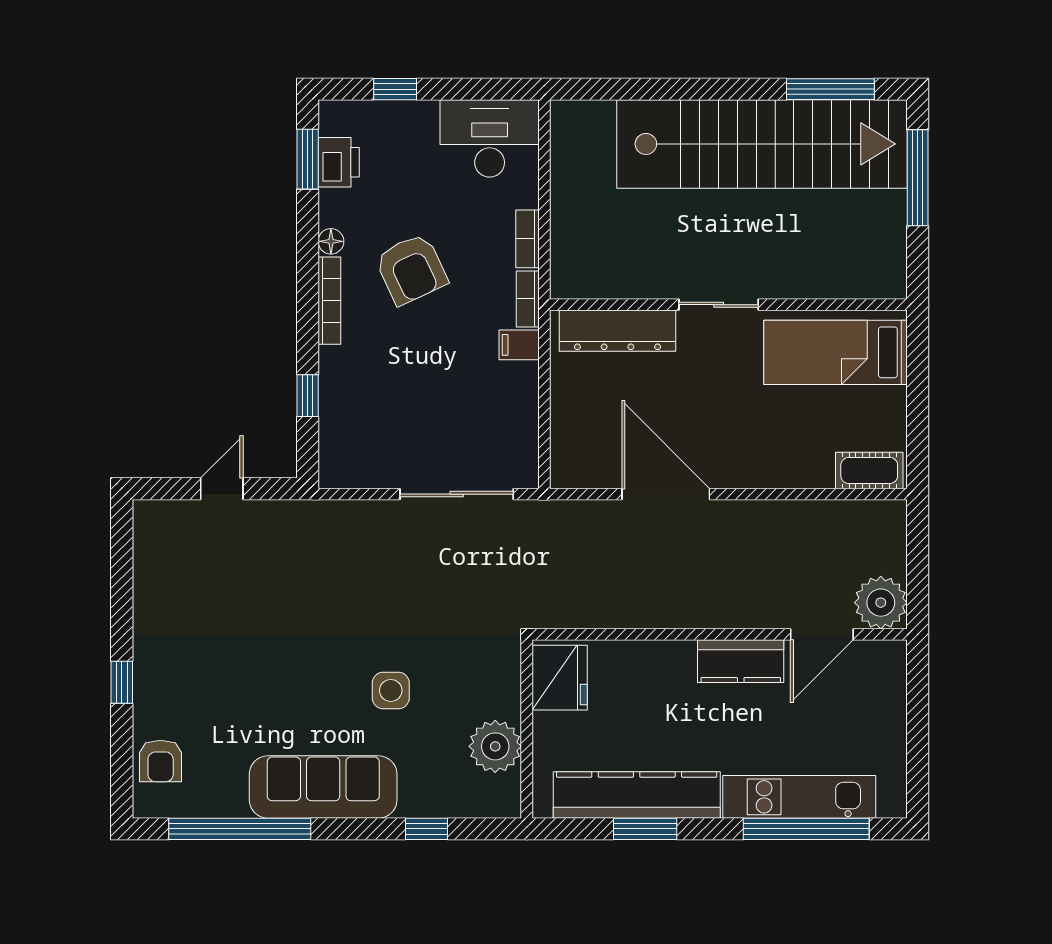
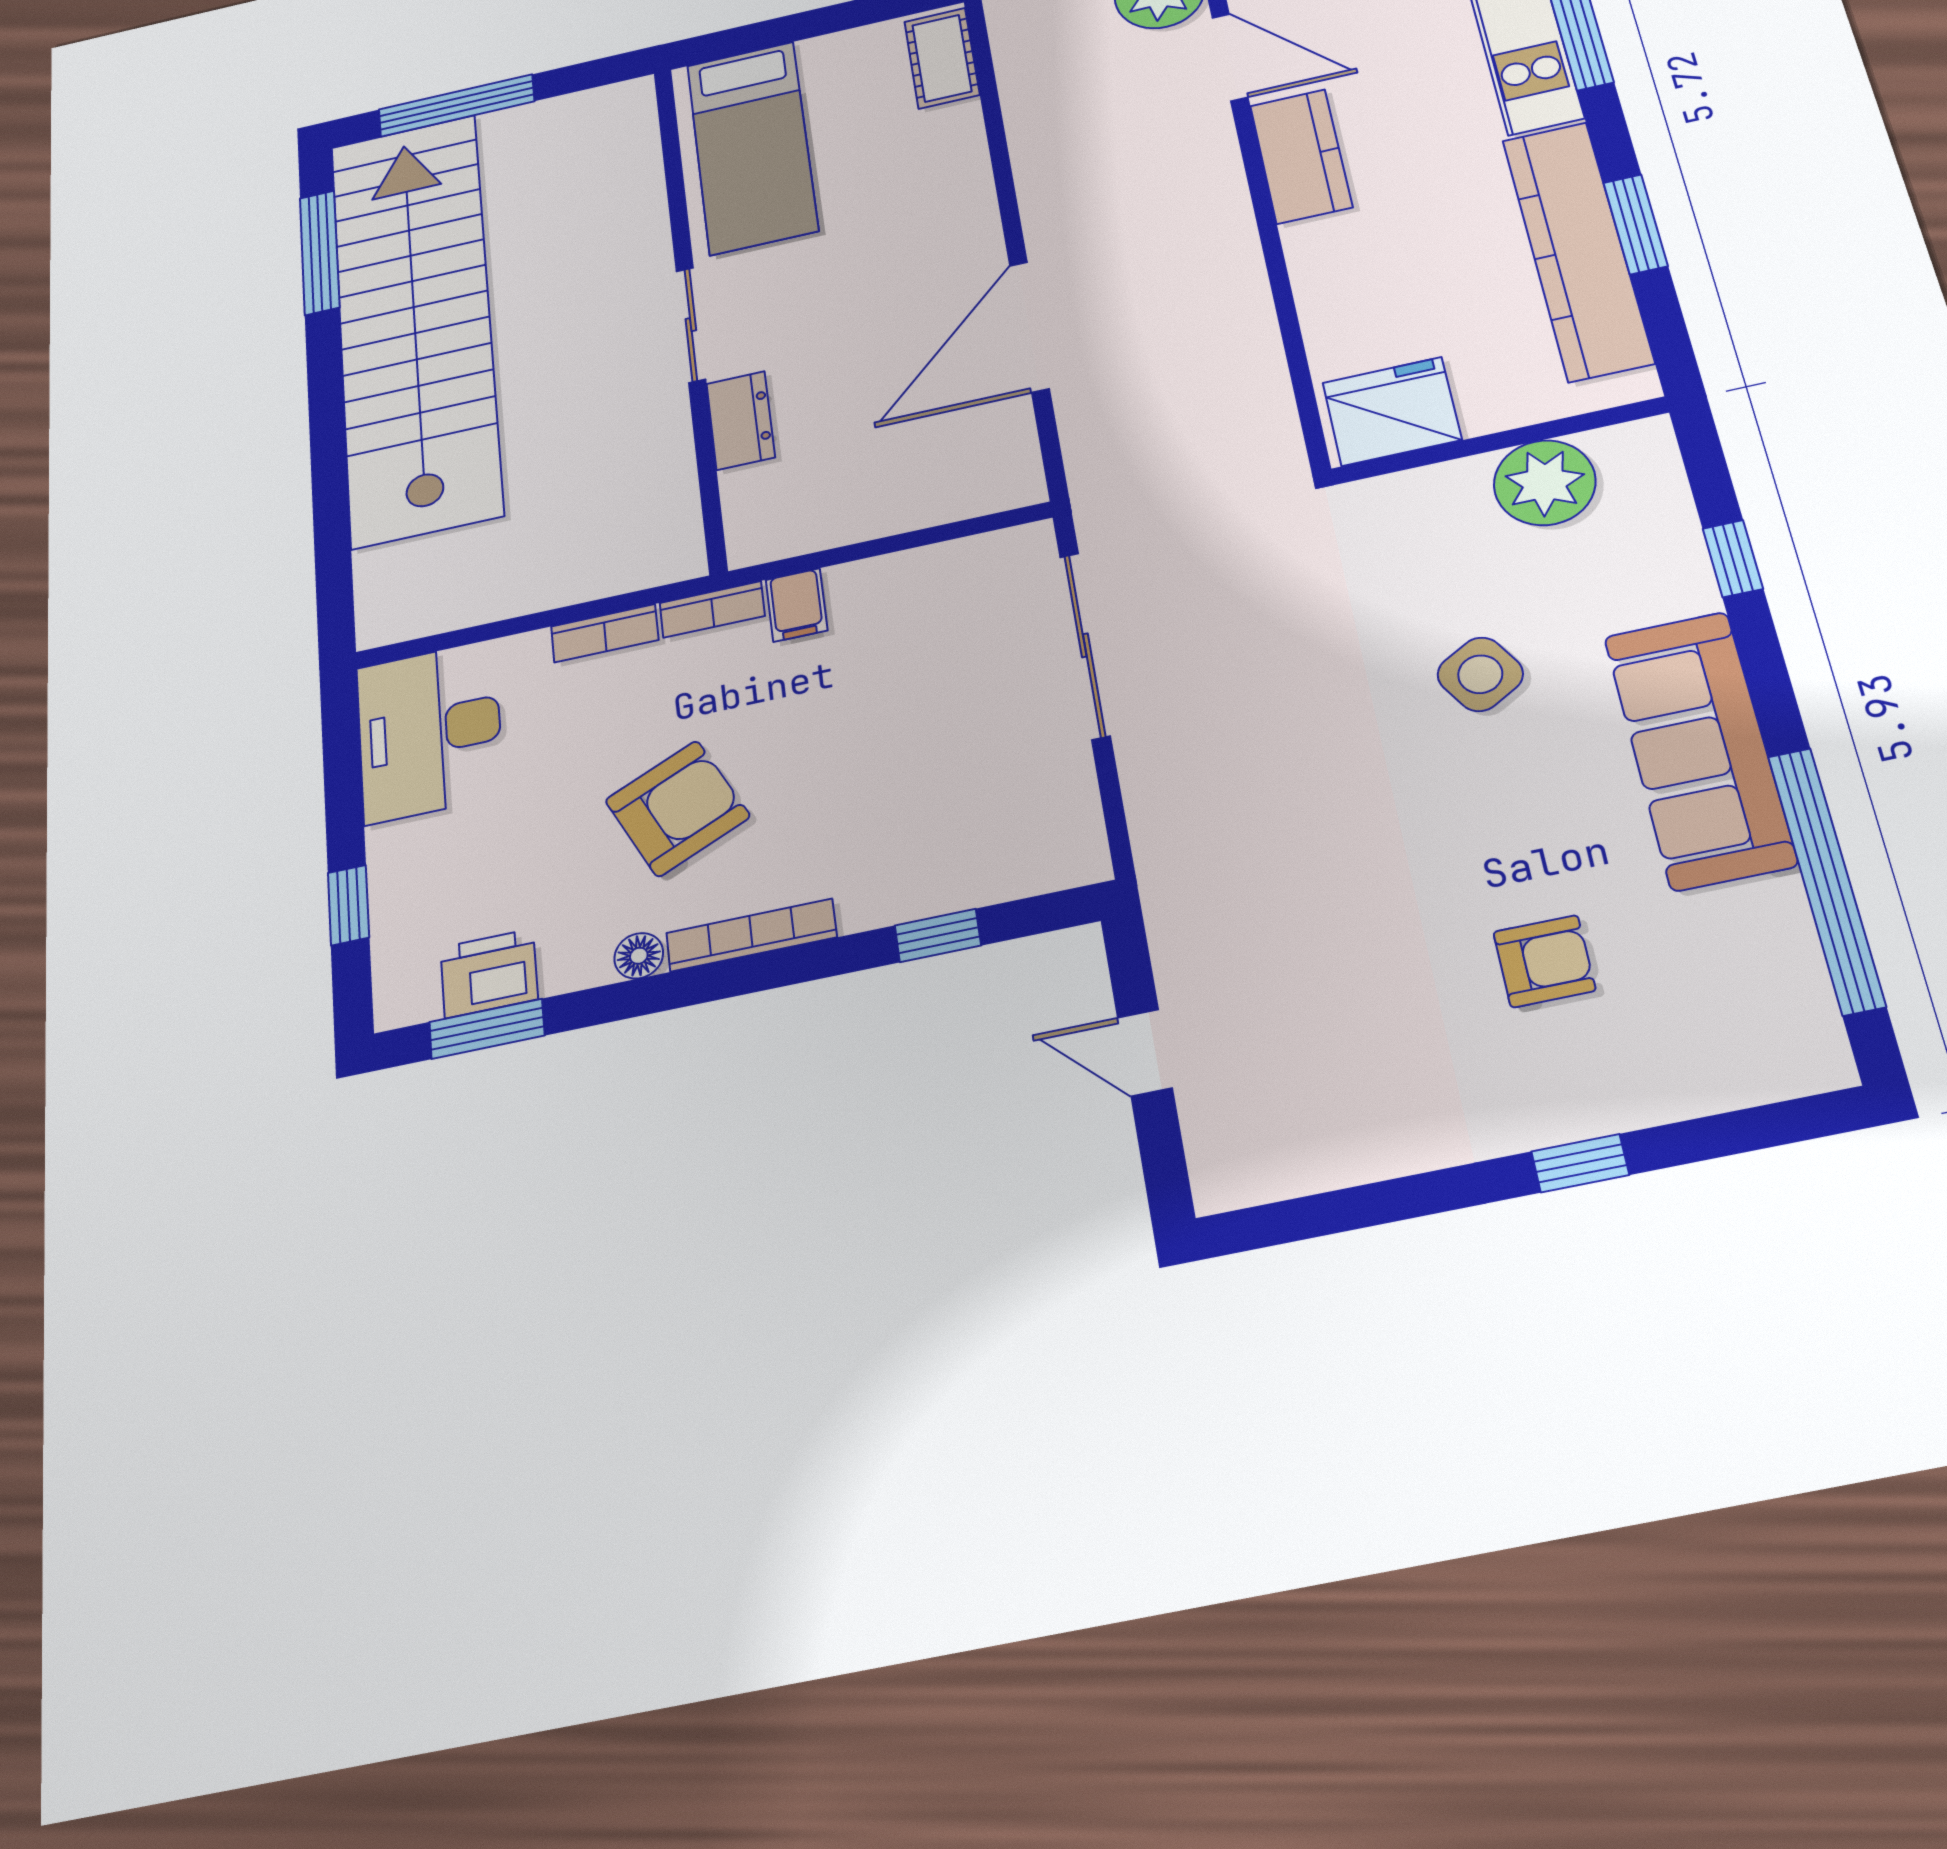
dresser: (617, 331) -> (741, 420), width x0.51, depth x0.80
side table: (391, 690) -> (1480, 674), turned -31
armchair: (161, 761) -> (1544, 961), moved

